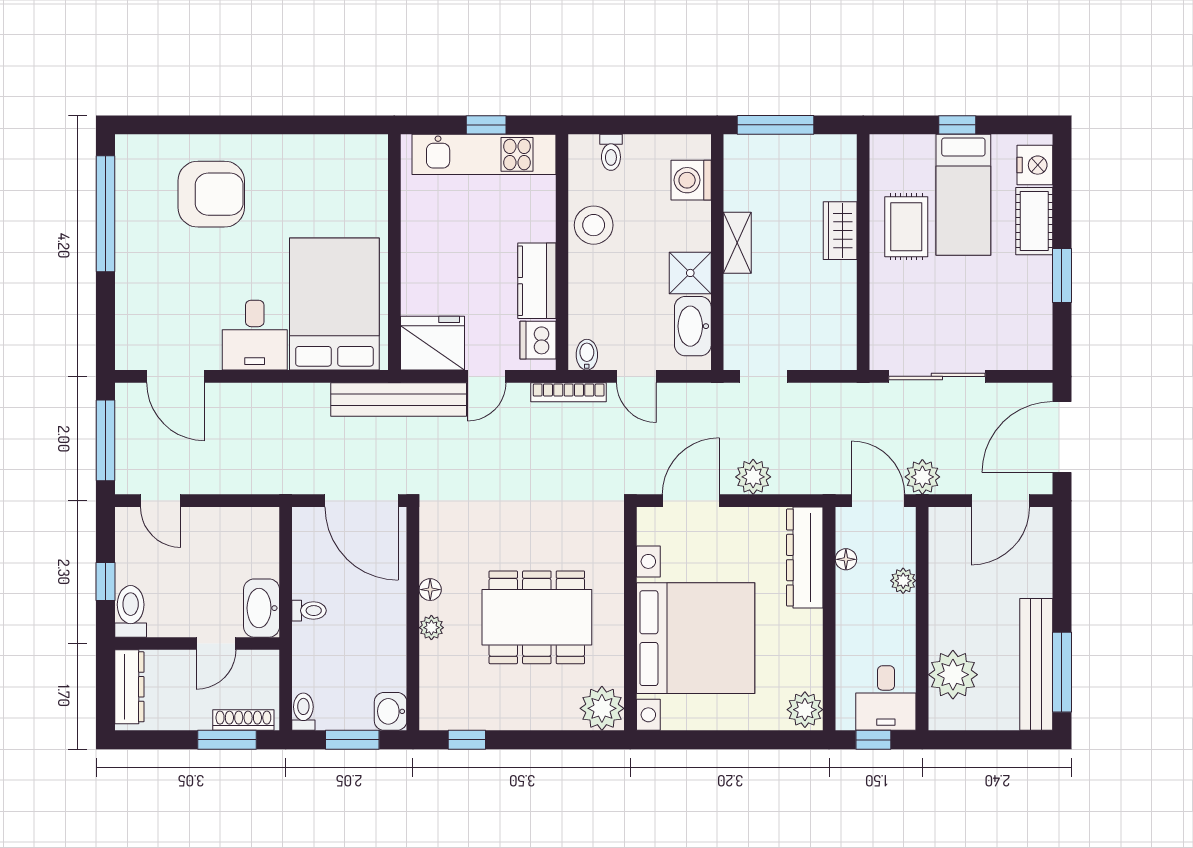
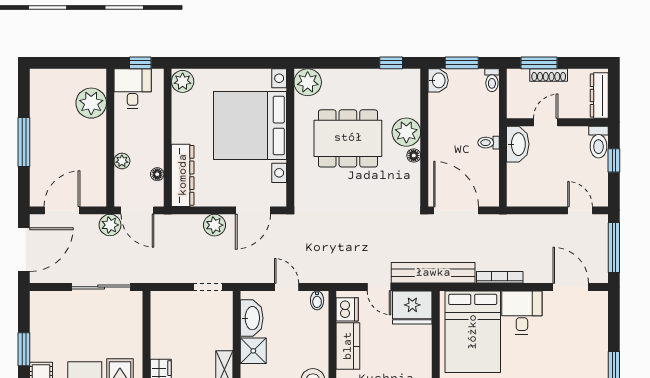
door: (487, 376) -> (379, 287), swing flipped
bookcase: (569, 392) -> (500, 277), moved
plant: (431, 628) -> (406, 132), width x1.87, depth x1.87
bench: (1036, 664) -> (40, 109), removed
window: (1062, 672) -> (24, 142), moved
shoe rack: (243, 720) -> (549, 75), moved

